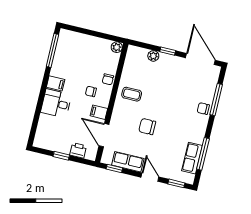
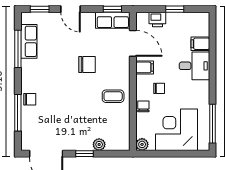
corner desk: (84, 53) -> (177, 130), added
filing cabinet: (56, 83) -> (200, 44), moved
row of seats: (128, 162) -> (113, 20), moved

